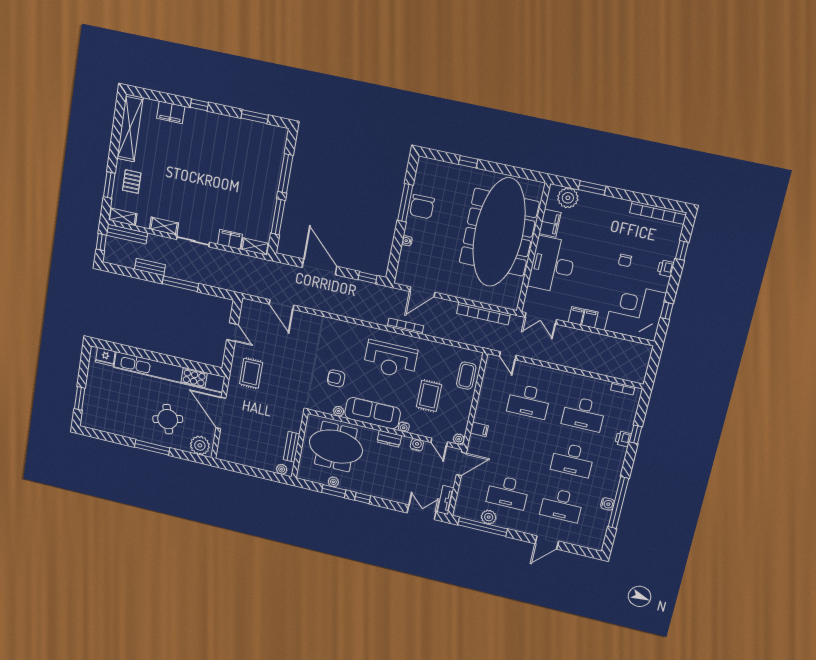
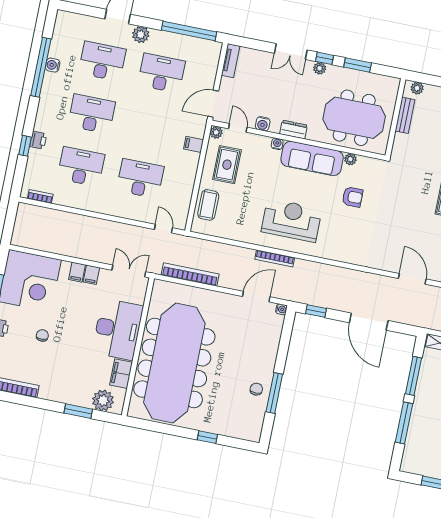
chair: (422, 207) -> (256, 389), width x0.54, depth x0.54
water cooler: (407, 241) -> (281, 309), moved
rug: (429, 396) -> (227, 165), moved
plant: (333, 482) -> (320, 68), moved
double door: (422, 512) -> (291, 52), moved
plant: (489, 517) -> (141, 35), moved

